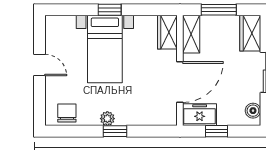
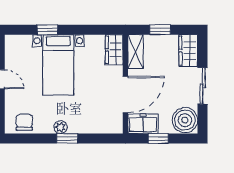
window: (110, 10) -> (47, 30), moved
window: (219, 10) -> (160, 30), width x0.67
boiler: (253, 111) -> (185, 120), width x1.86, depth x1.86

